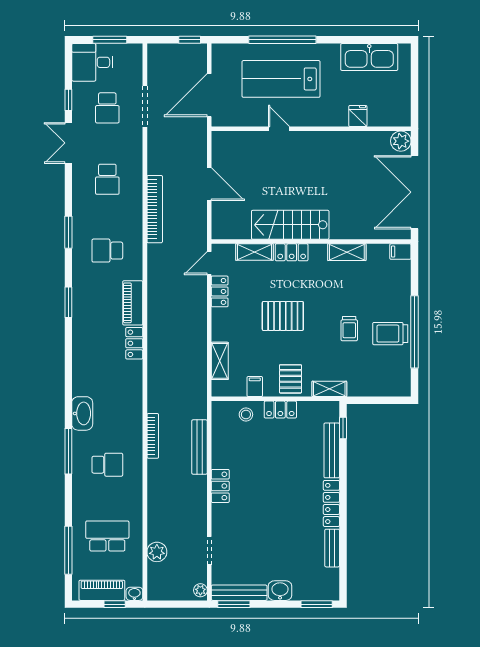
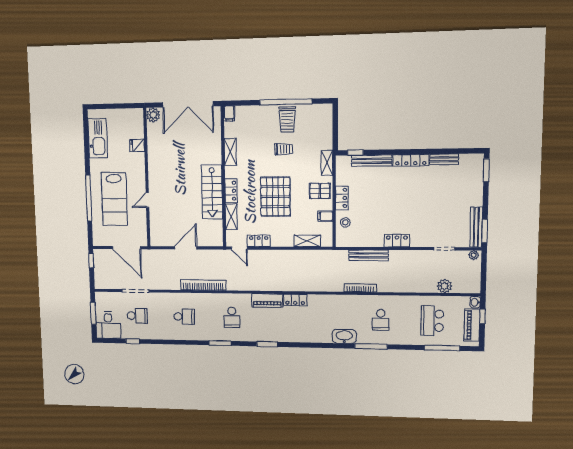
double door: (68, 143) -> (161, 342), removed
pallet: (283, 316) -> (275, 197), width x1.37, depth x1.41
school desk: (107, 465) -> (381, 320), turned 180
washbasin: (280, 591) -> (475, 197), removed

